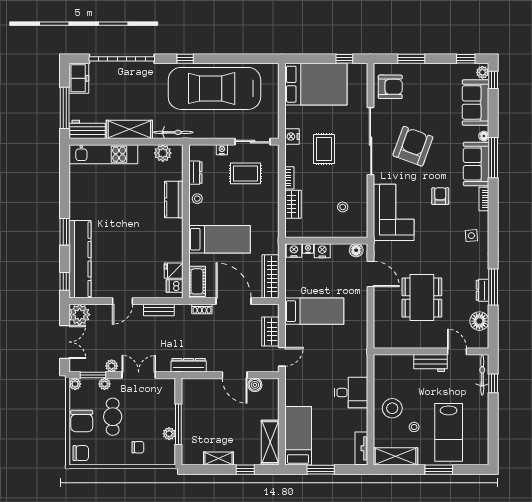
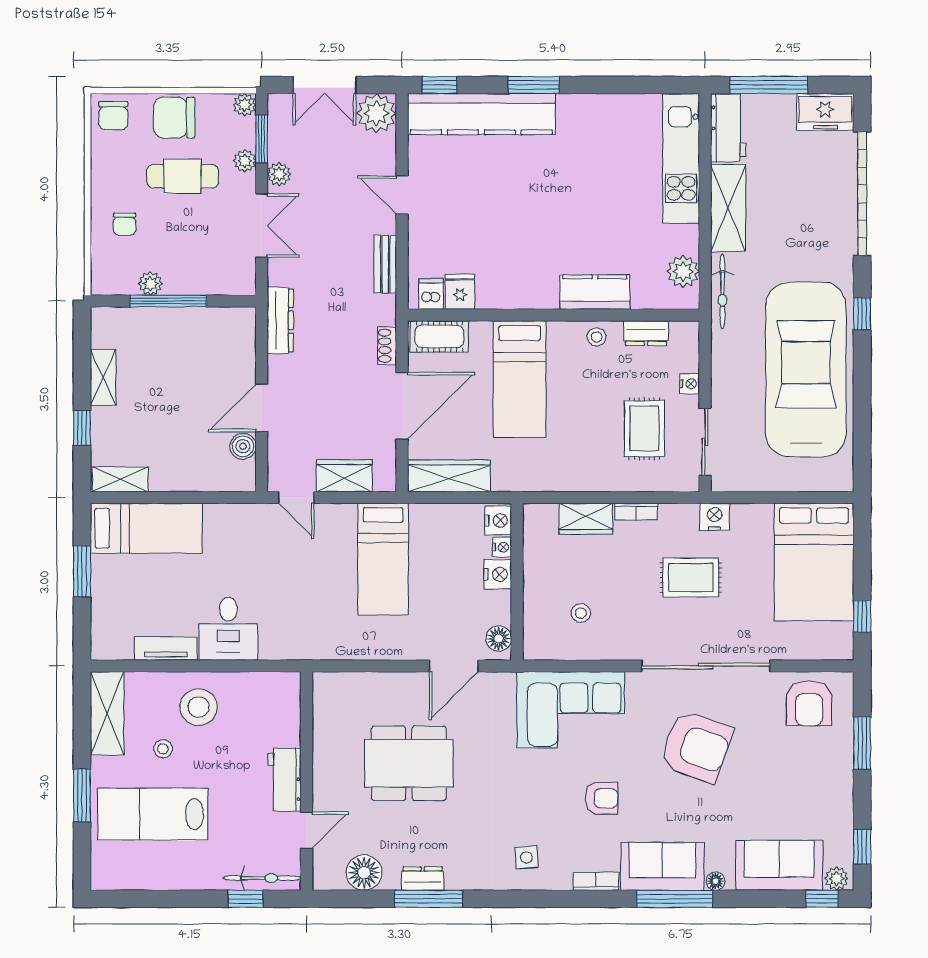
shelving: (270, 442) -> (120, 479), width x0.67, depth x0.75
tv unit: (361, 448) -> (166, 648), moved

